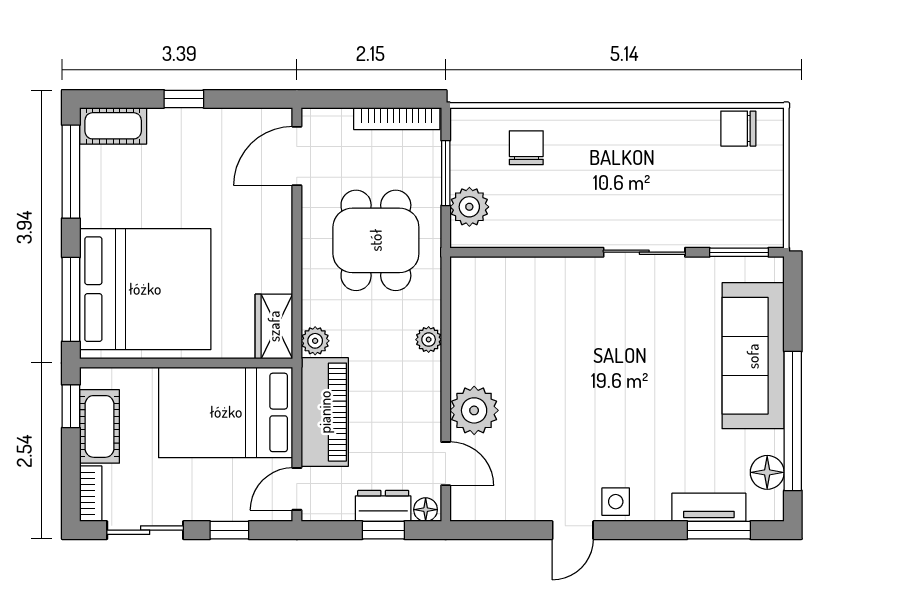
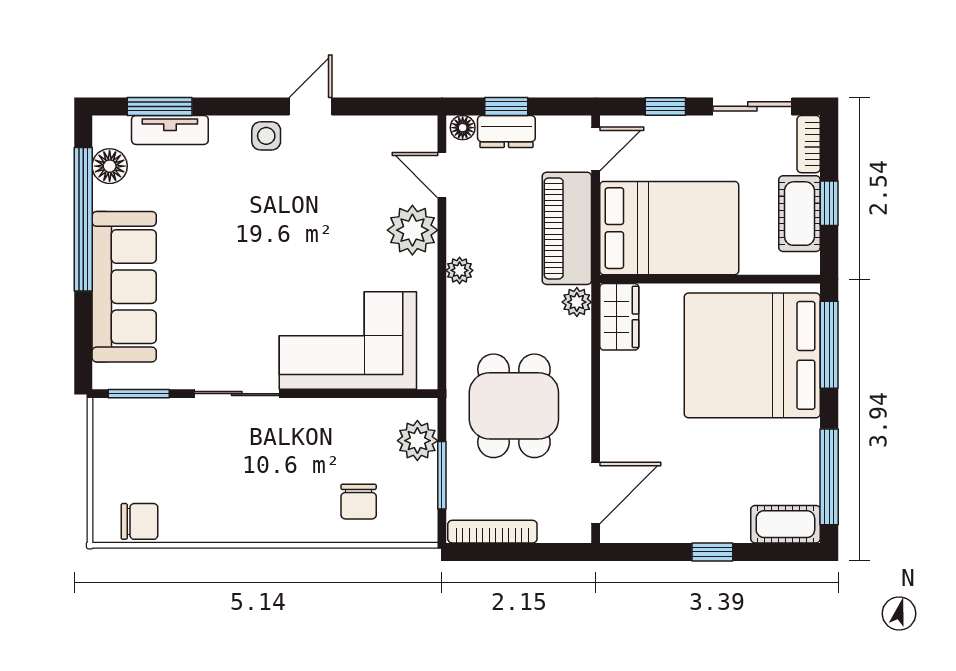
corner sofa: (537, 304) -> (348, 340), added
plant: (429, 340) -> (460, 270), moved
window: (71, 406) -> (829, 203), moved

